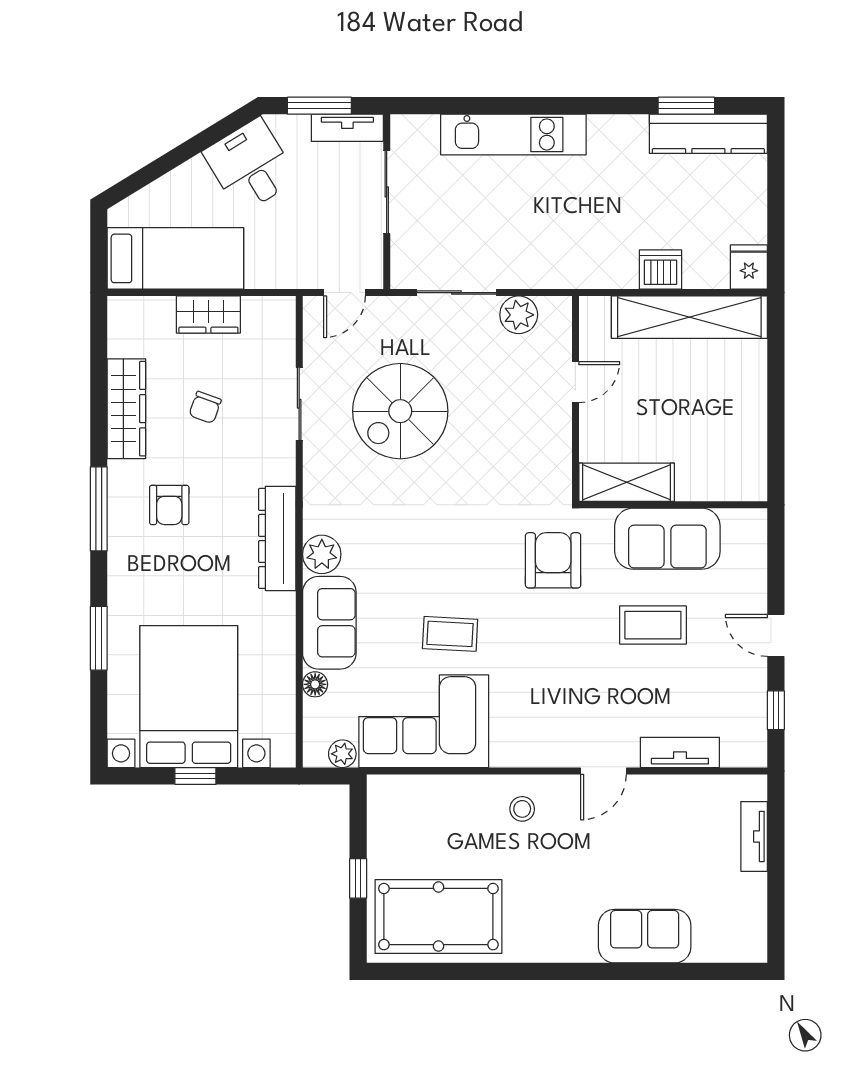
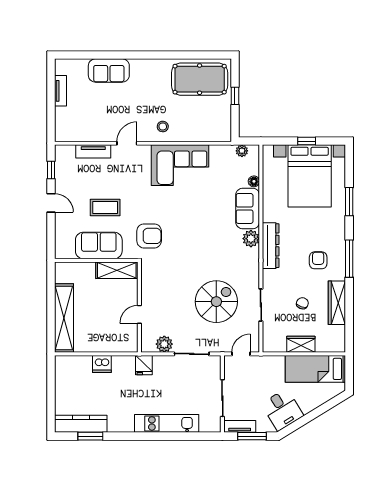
fridge: (749, 267) -> (144, 365), moved
shelving: (689, 317) -> (64, 318), moved, turned 90
armchair: (553, 560) -> (149, 236), turned -90
coffee table: (450, 634) -> (194, 204), removed
corner sofa: (424, 721) -> (180, 165), moved
tv unit: (754, 836) -> (61, 91), moved

